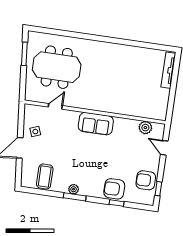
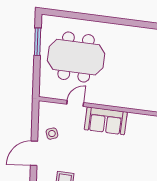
sofa: (96, 124) -> (106, 121), moved

